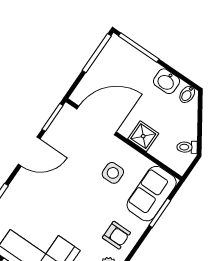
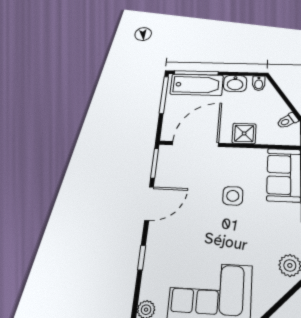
bathtub: (132, 61) -> (197, 85), added
side table: (113, 173) -> (233, 196), moved
armchair: (116, 235) -> (277, 230), removed

